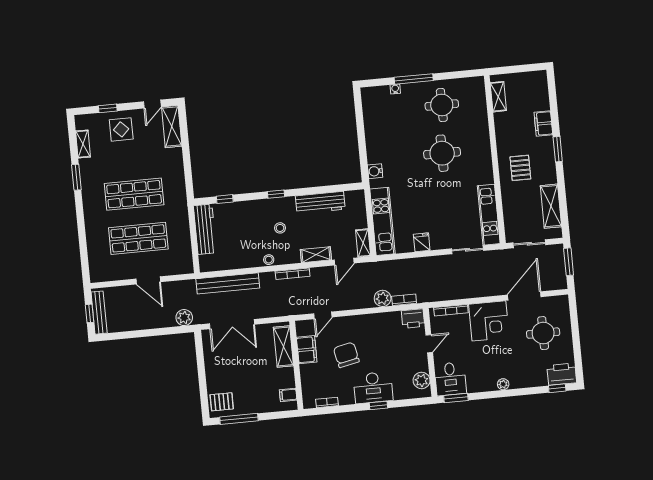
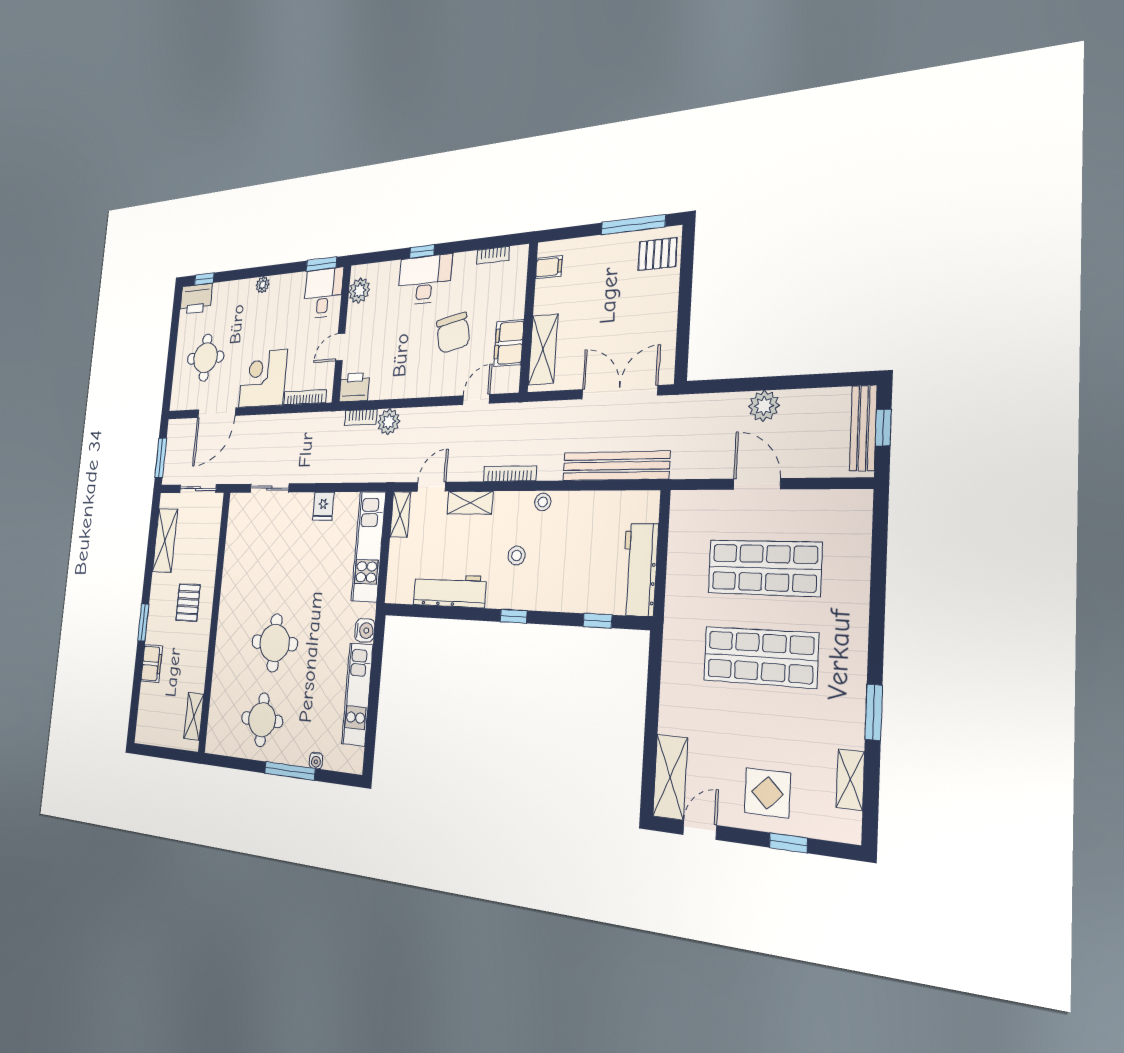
kitchen unit: (489, 215) -> (357, 694), moved, turned 180
plant: (184, 318) -> (764, 406), moved

